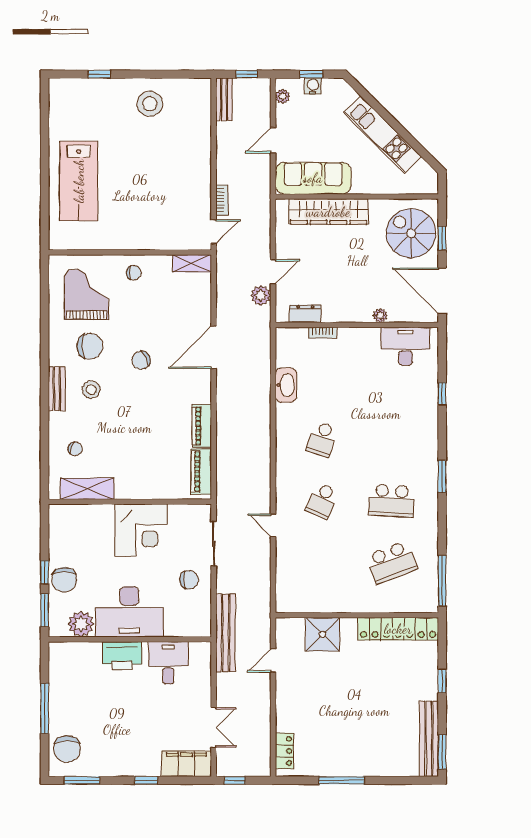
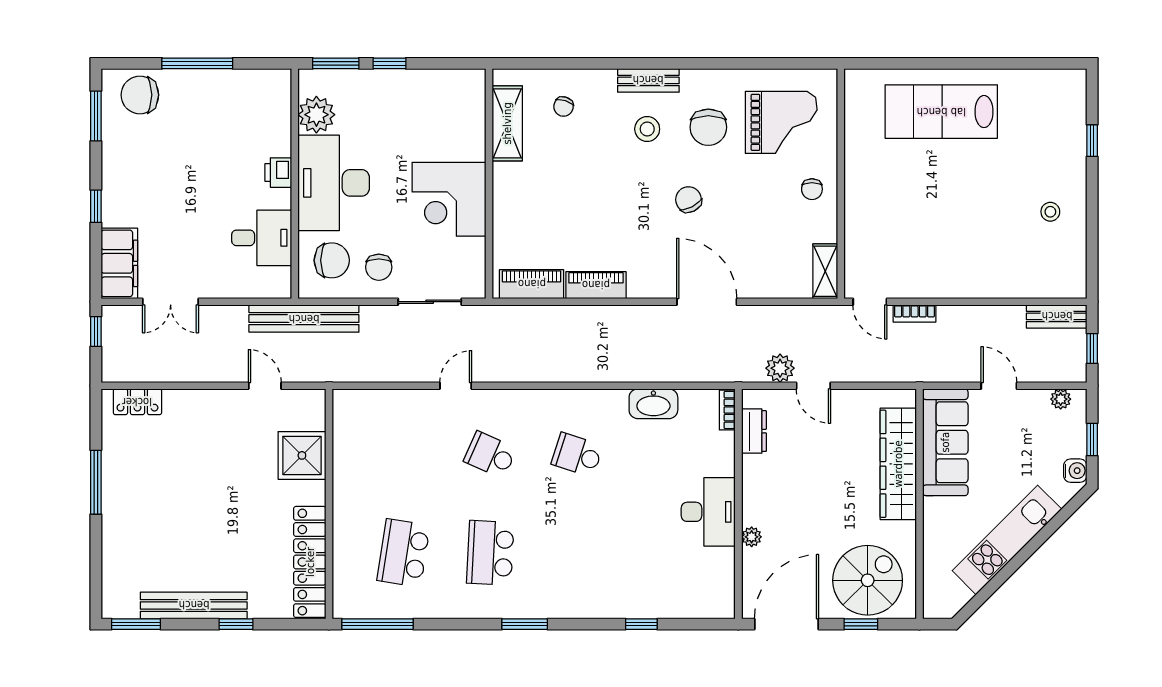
water cooler: (313, 86) -> (1075, 471), moved
stool: (150, 104) -> (1050, 212), width x0.53, depth x0.53
bookcase: (323, 333) -> (727, 410), moved
desk: (406, 346) -> (708, 512), moved
school desk: (392, 562) -> (403, 553), turned 30
chair: (64, 580) -> (332, 260), moved, turned 180
printer: (122, 656) -> (278, 173), width x0.53, depth x0.68
bench: (429, 739) -> (194, 605), moved

